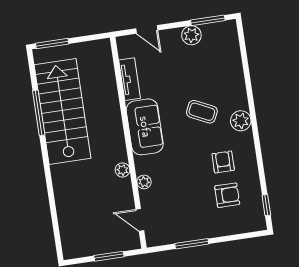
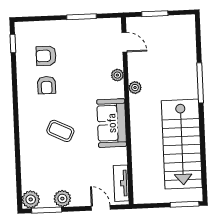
tv unit: (130, 79) -> (121, 183), moved
window: (39, 113) -> (200, 83), moved
plant: (241, 121) -> (31, 199), moved

